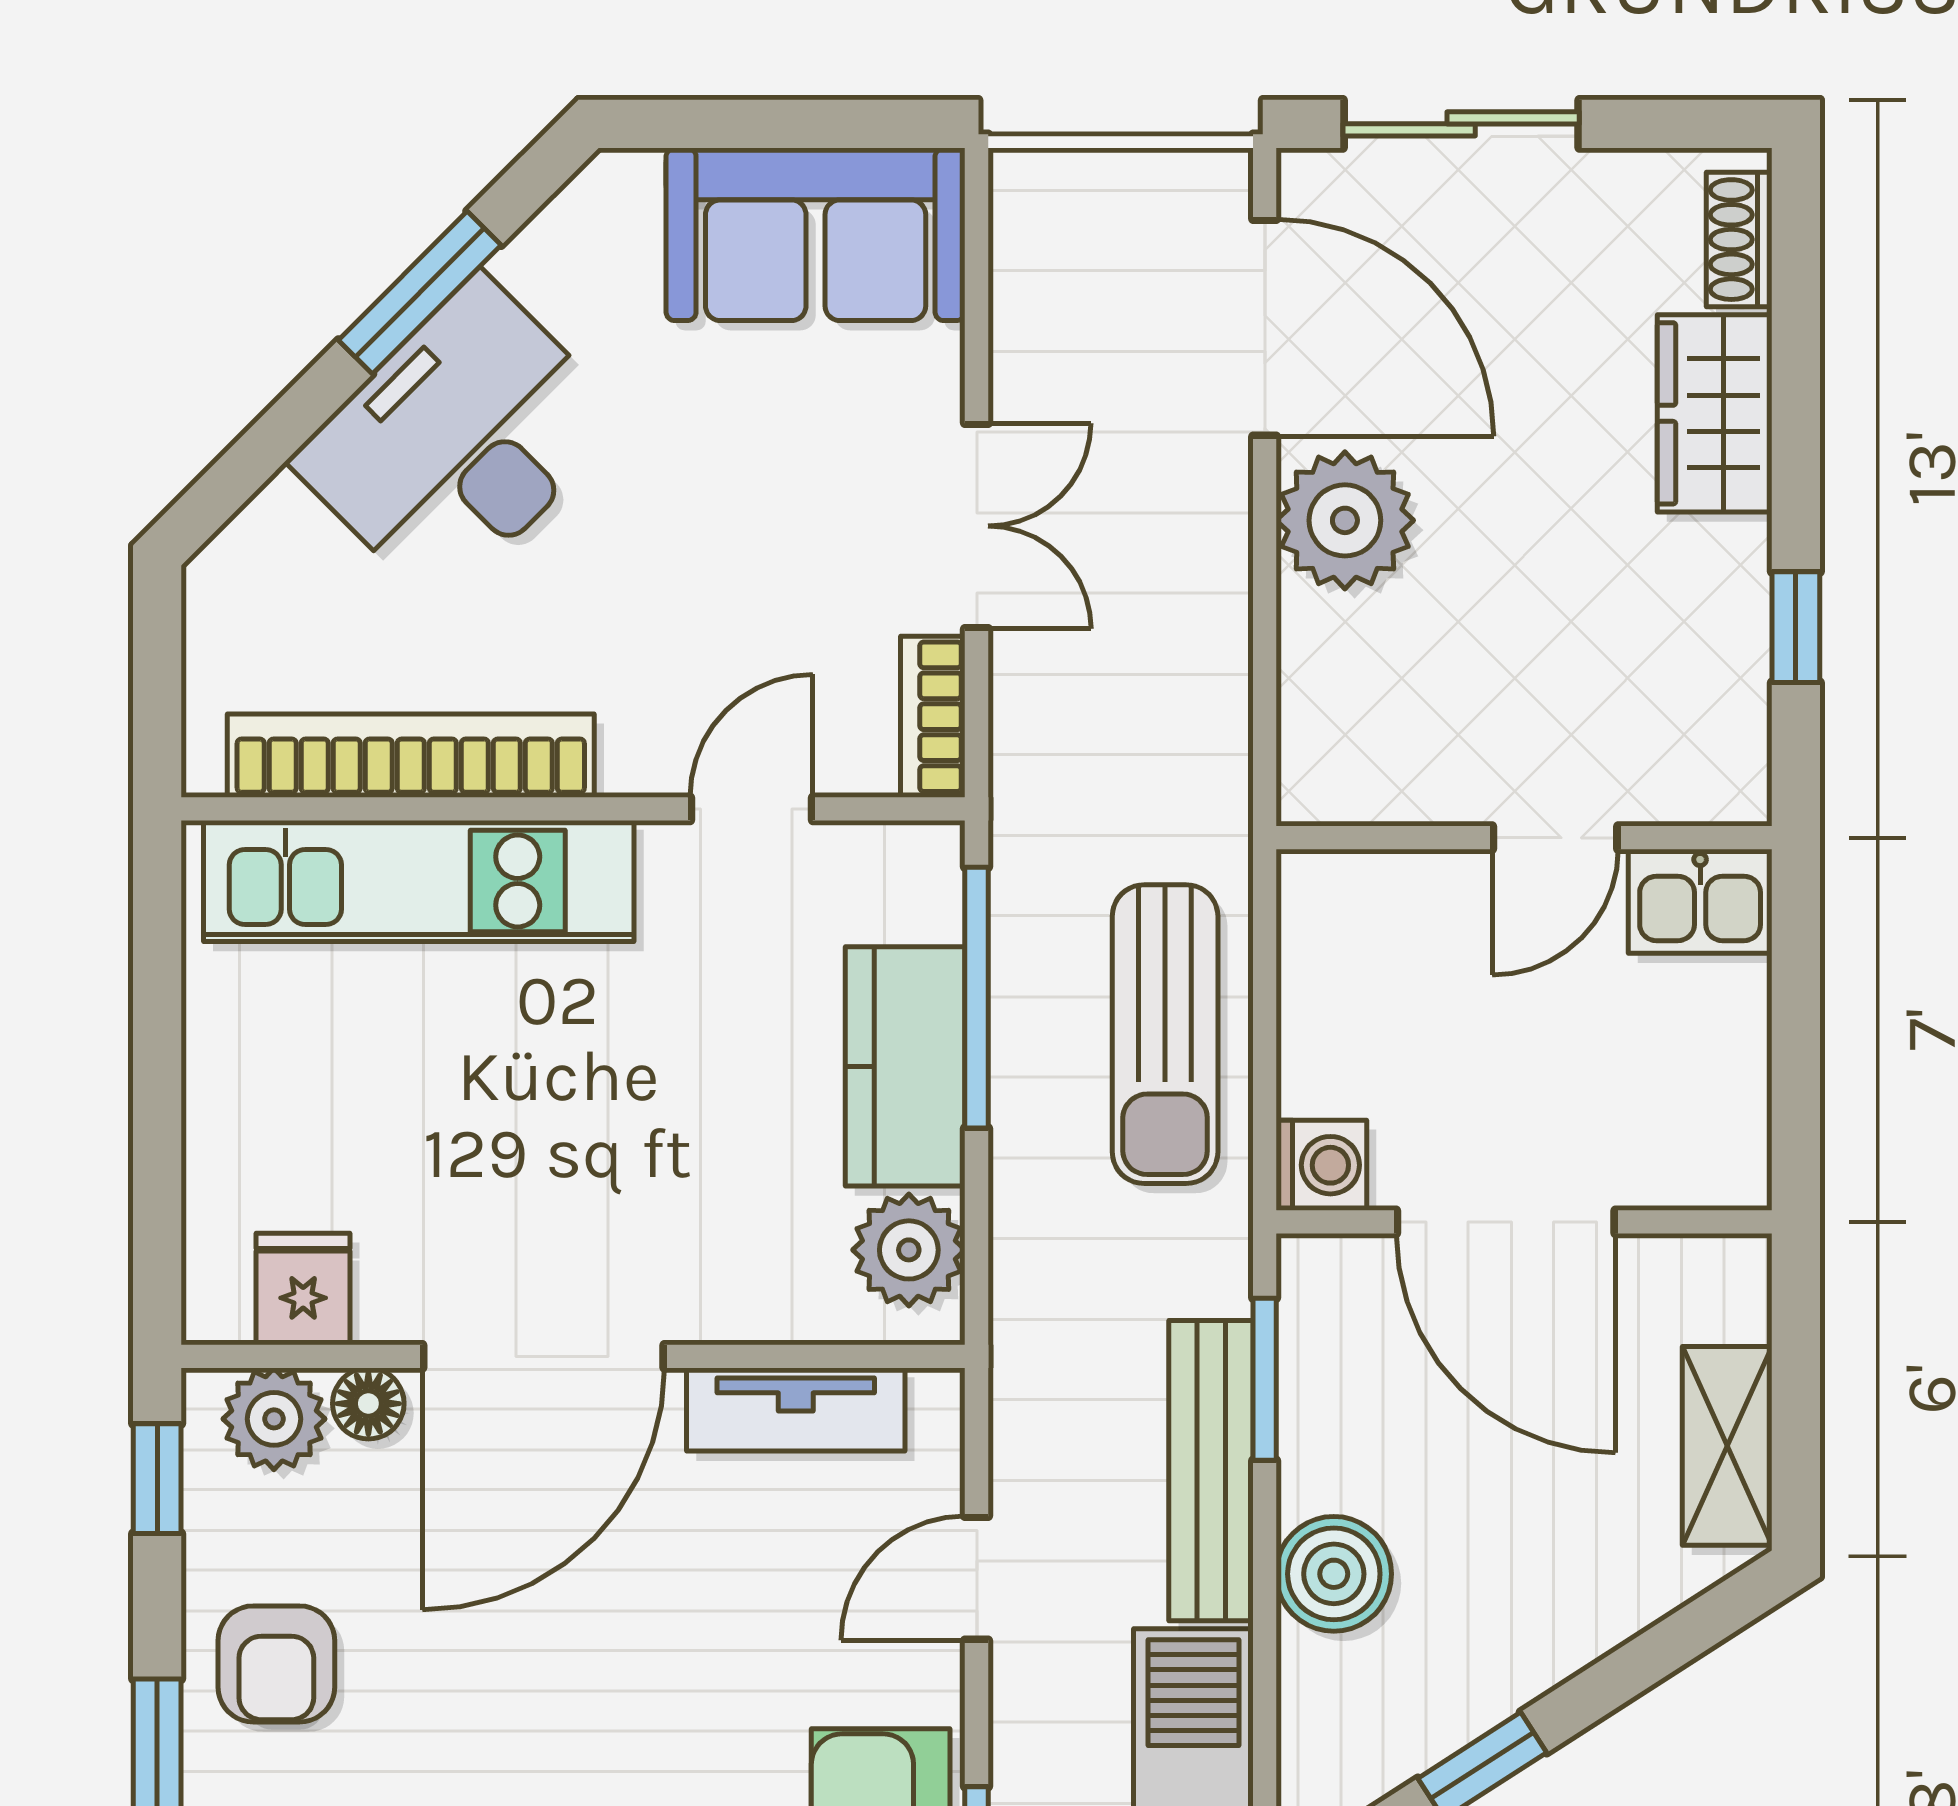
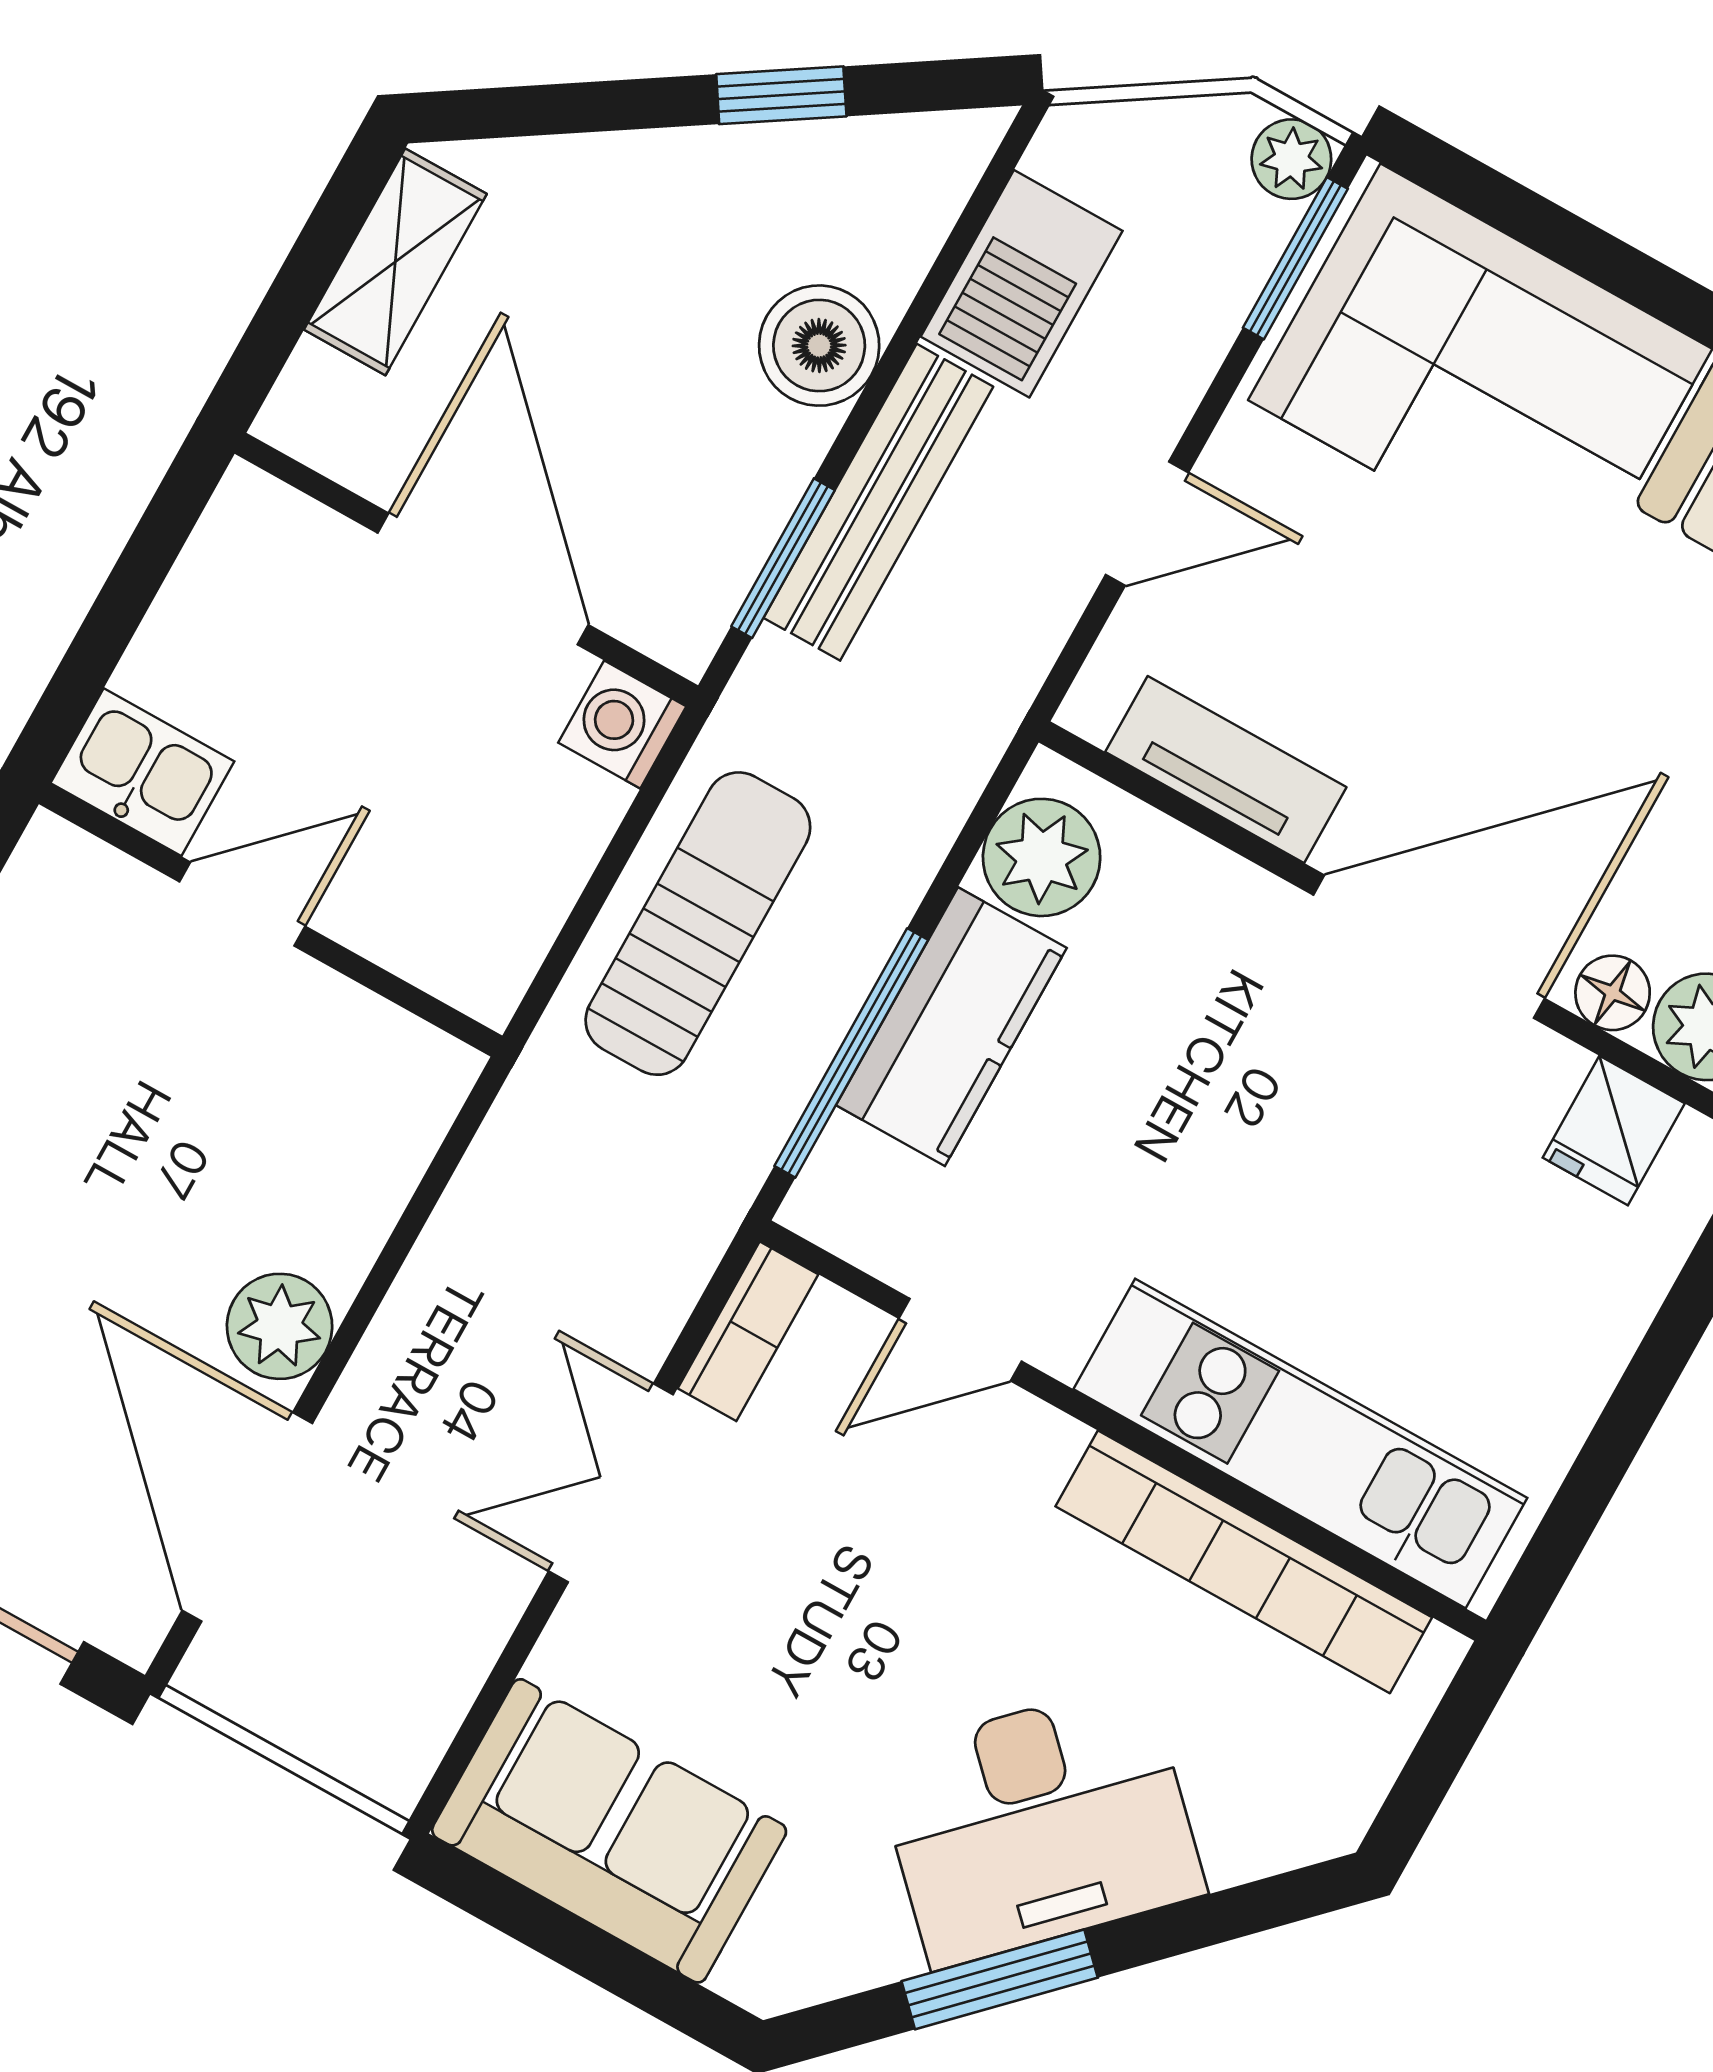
plant: (1345, 520) -> (280, 1326), width x0.73, depth x0.73

